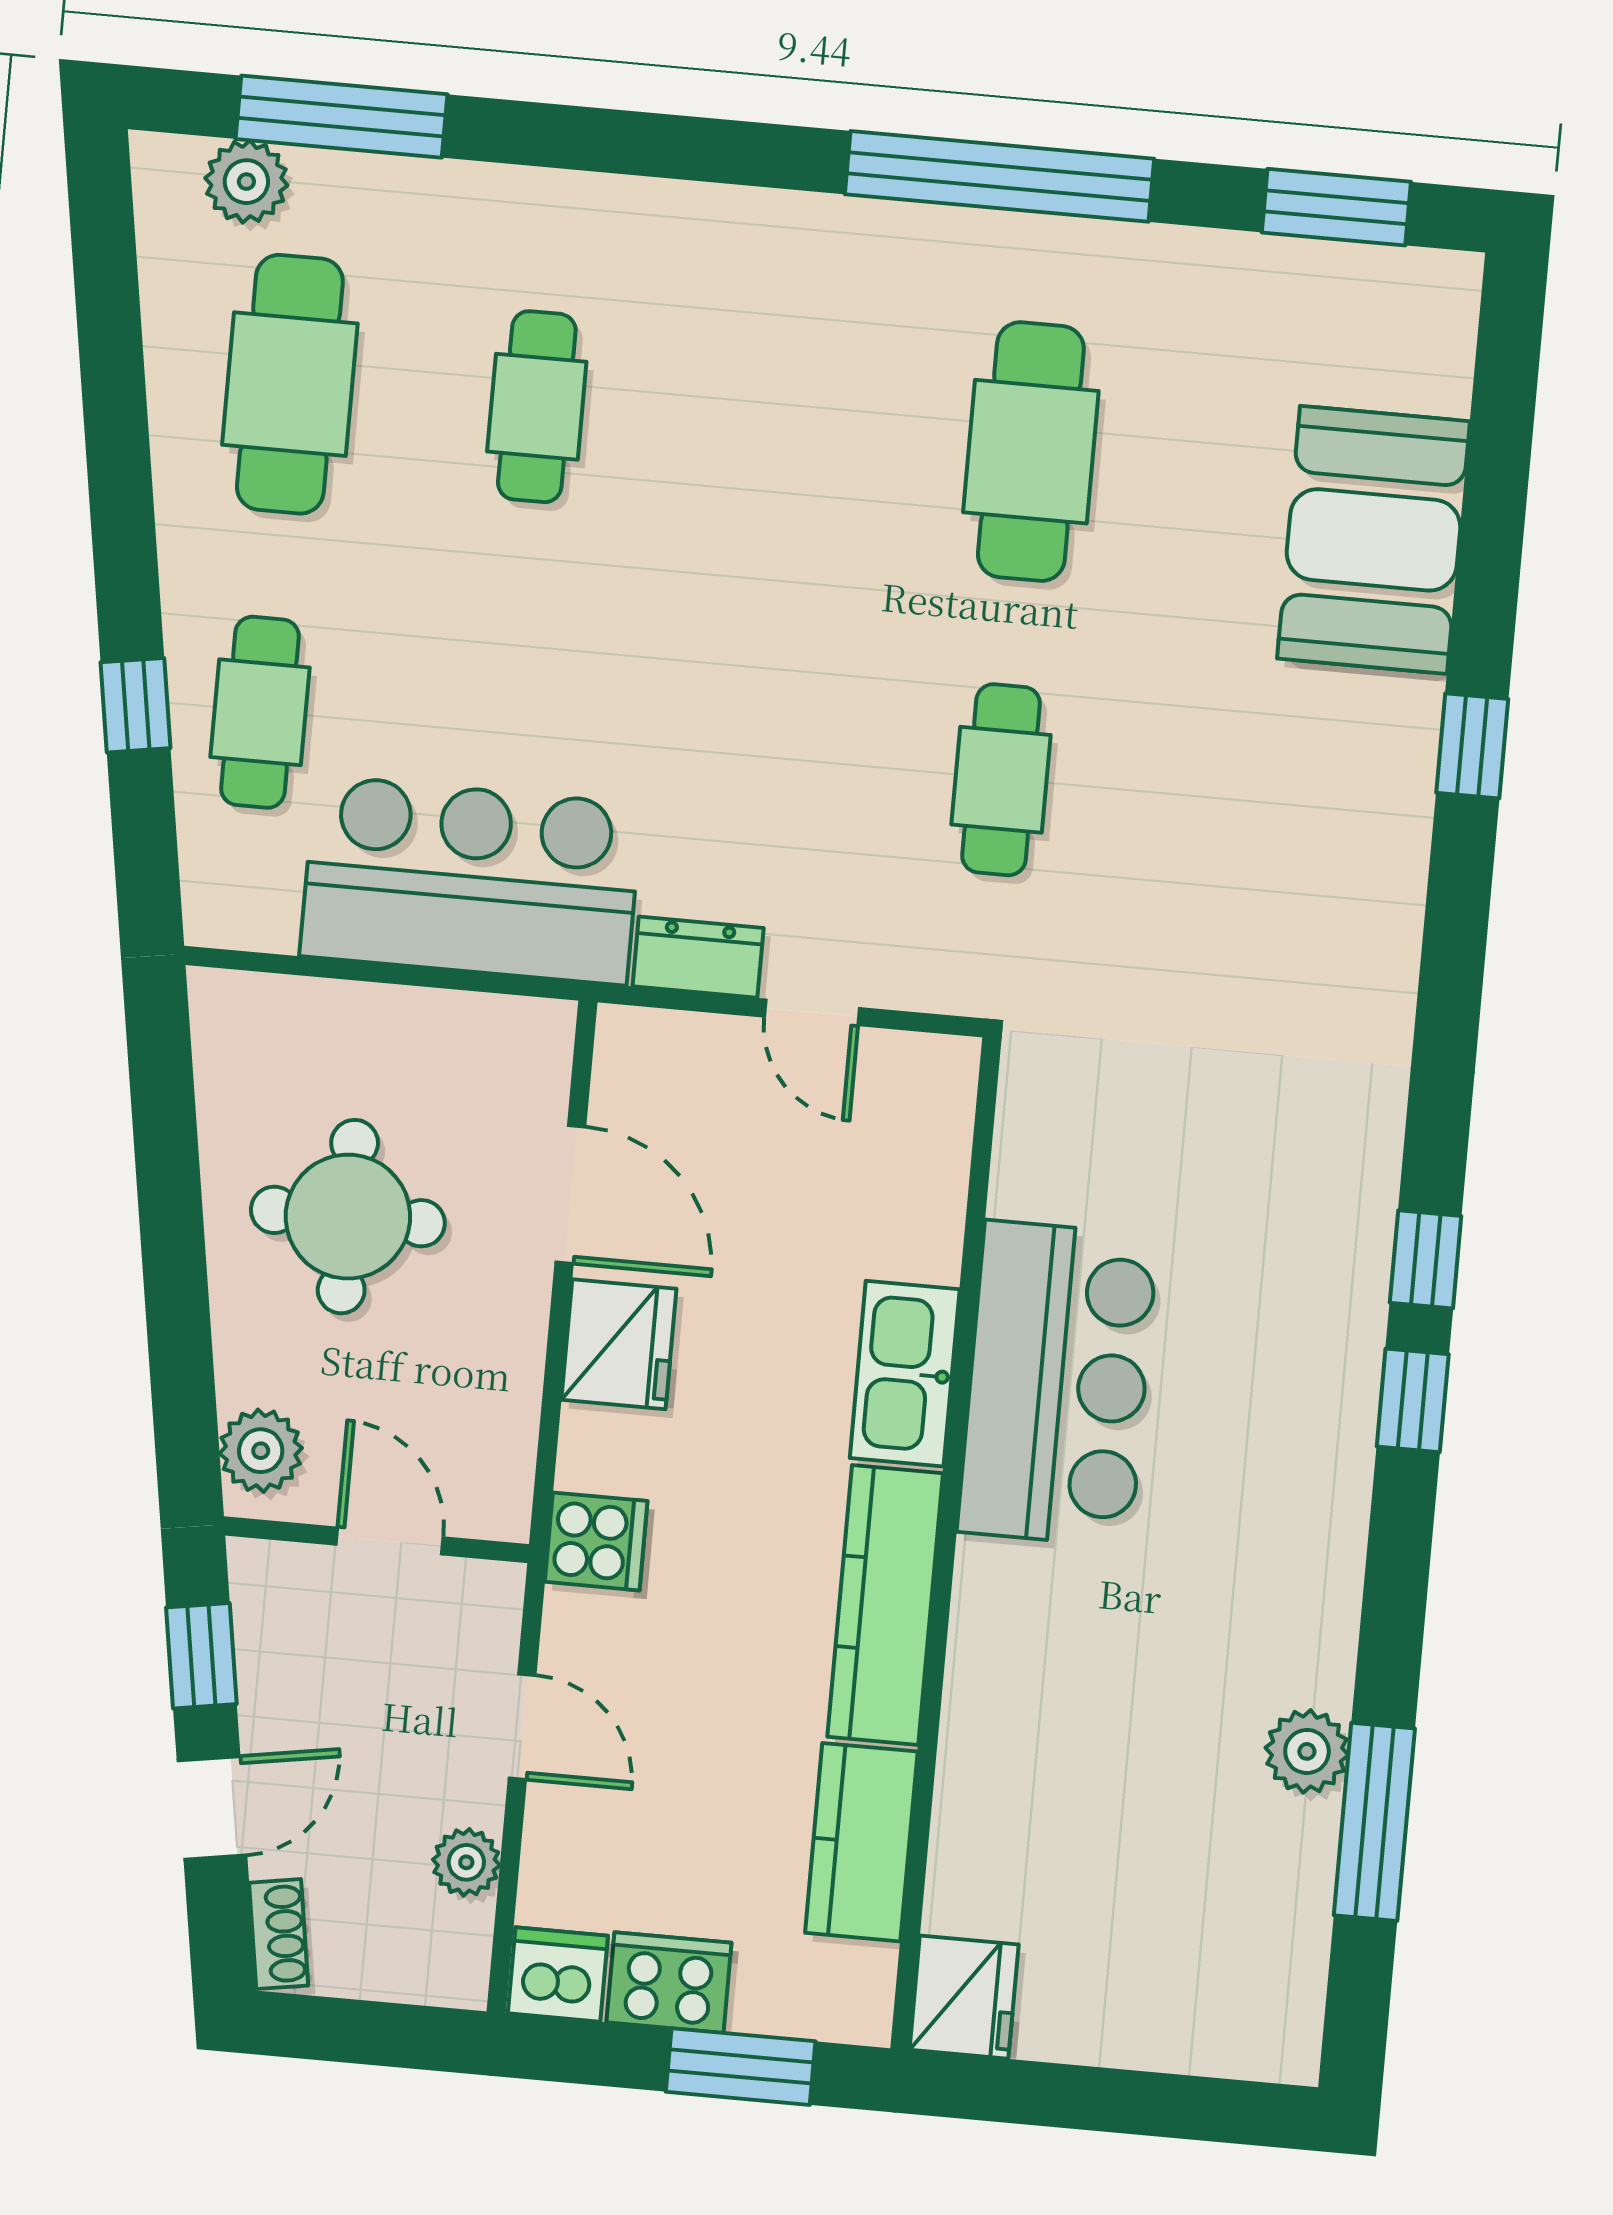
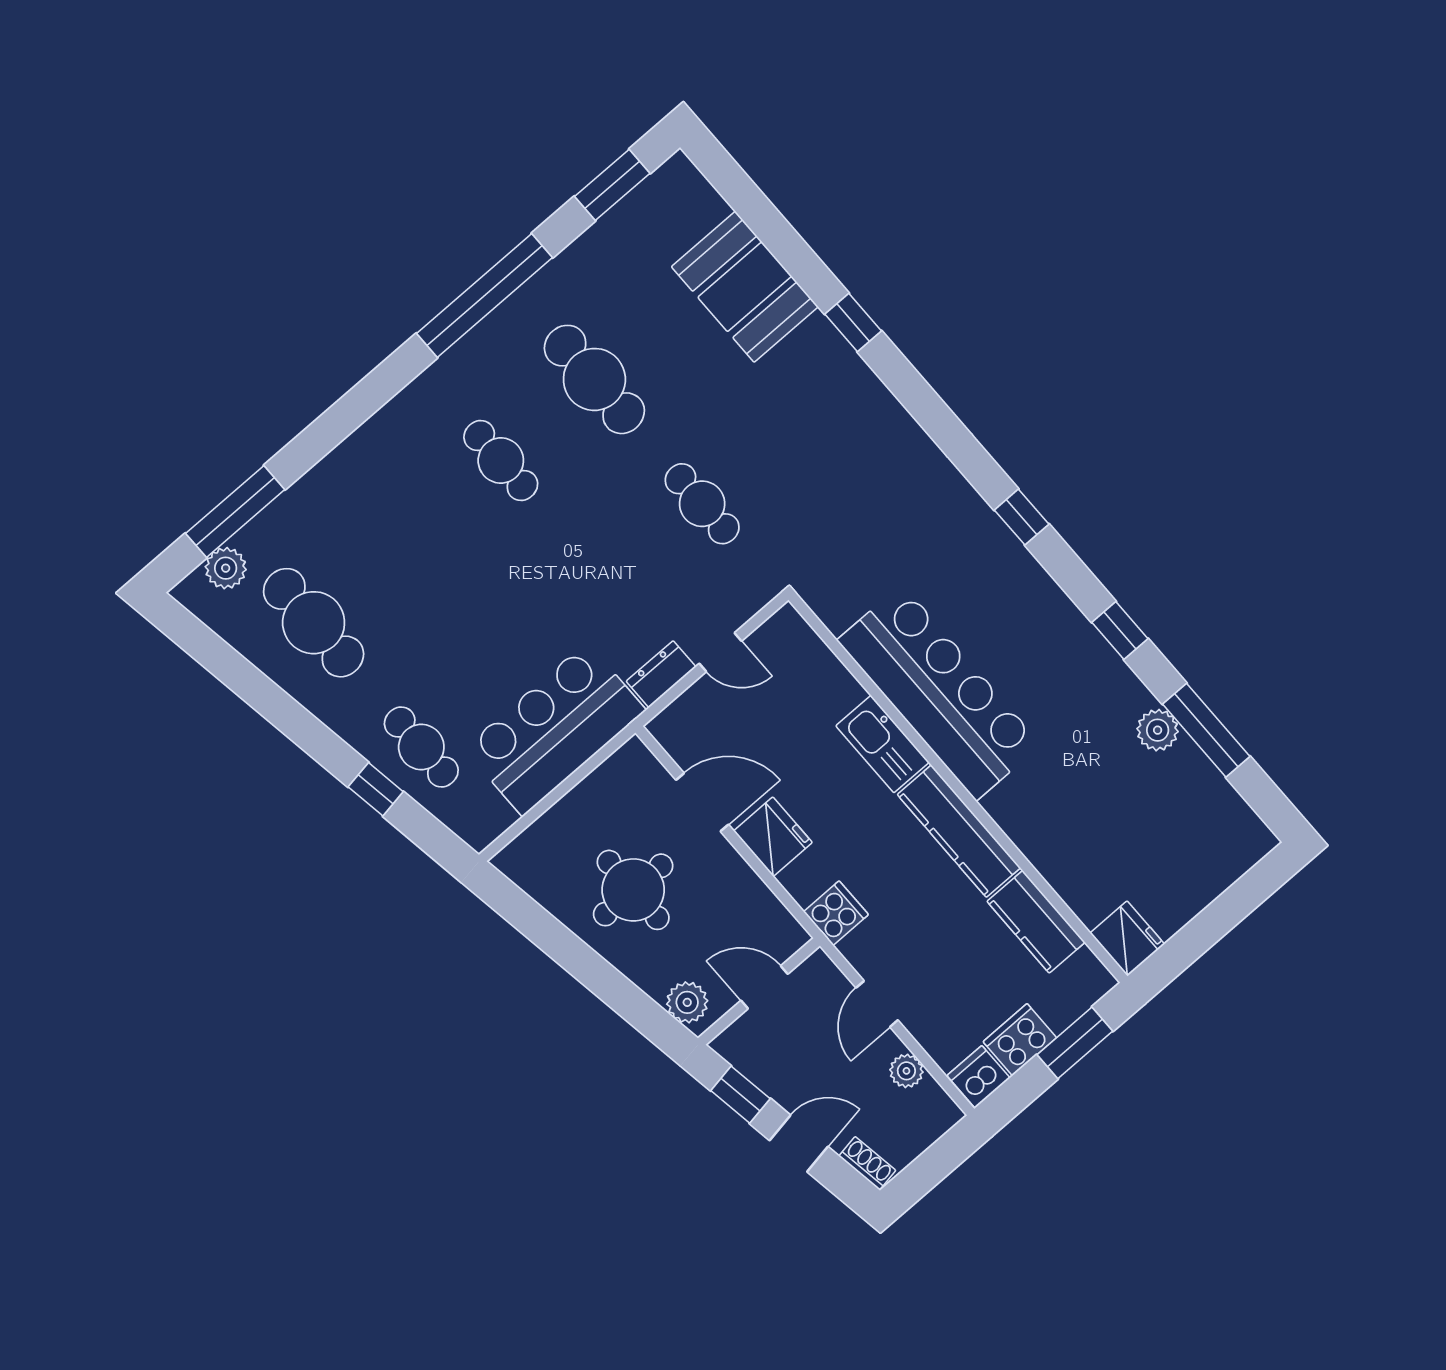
cafe table: (537, 407) -> (501, 460), moved
bar counter: (1058, 1384) -> (939, 692), width x1.36
window: (1413, 1400) -> (1120, 630), moved
door: (522, 1727) -> (877, 1004), swing flipped
door: (212, 1808) -> (799, 1143), hinge flipped

